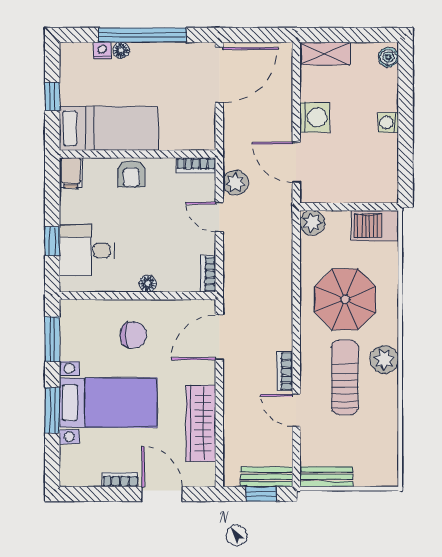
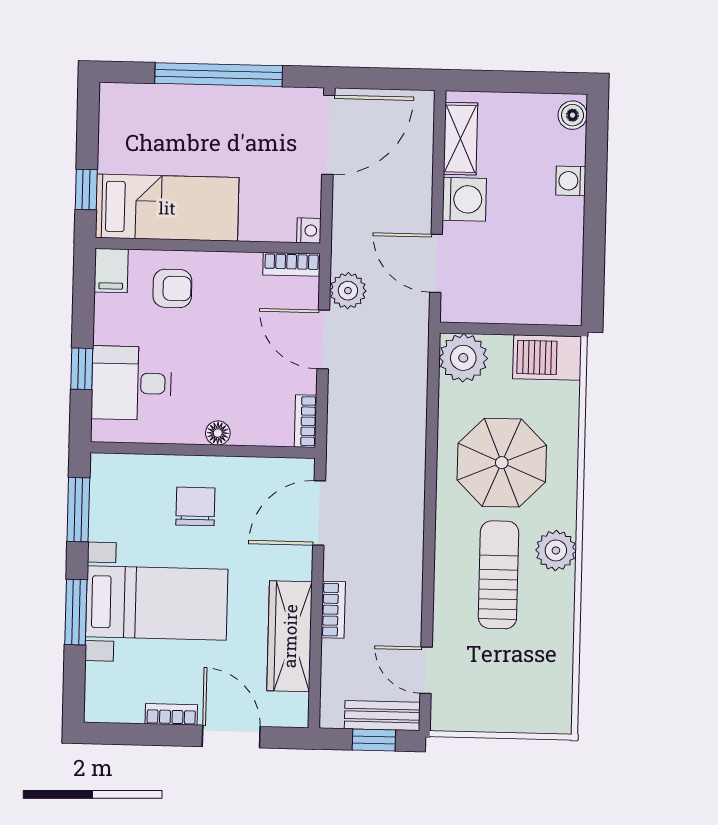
nightstand: (102, 50) -> (309, 231), moved, turned 90
floor lamp: (121, 50) -> (187, 96), removed
shelving: (325, 54) -> (461, 139), moved, turned 90
window: (52, 97) -> (86, 189), moved
washing machine: (388, 123) -> (571, 181), moved
armchair: (131, 174) -> (172, 288), moved, turned -90
door: (219, 217) -> (323, 339), width x1.37
plant: (312, 223) -> (463, 358), width x1.36, depth x1.36
chair: (133, 335) -> (195, 506), turned -90
bookcase: (285, 372) -> (333, 610), moved, turned 180
door: (296, 410) -> (426, 670), moved
bench: (326, 477) -> (468, 717), removed

